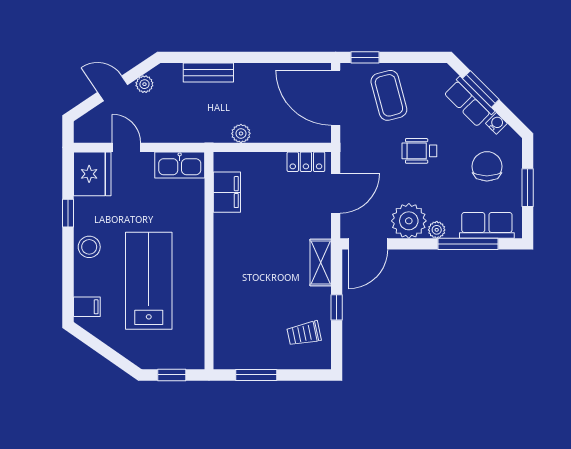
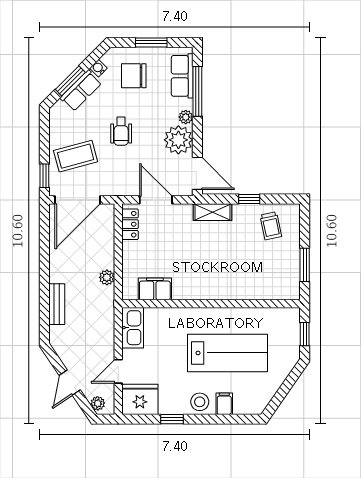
plant: (144, 84) -> (98, 403), moved
lab bench: (149, 281) -> (228, 353), turned 180
filing cabinet: (87, 307) -> (224, 404), moved

